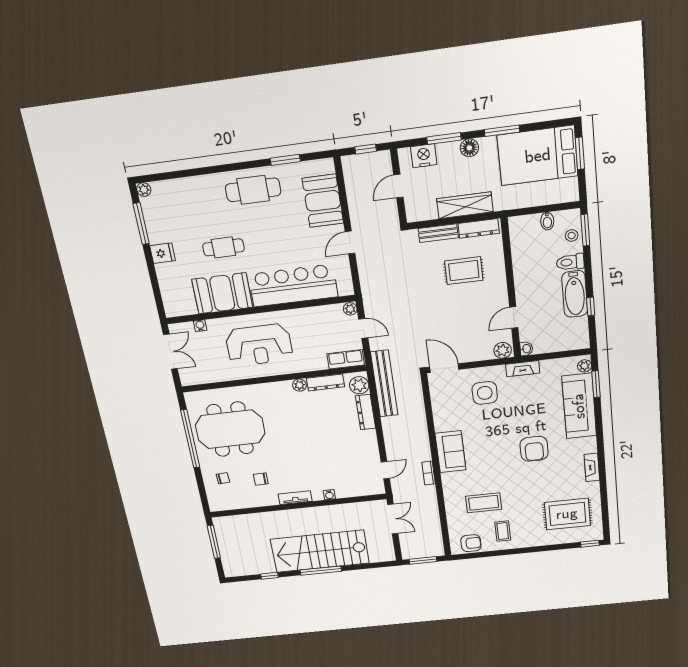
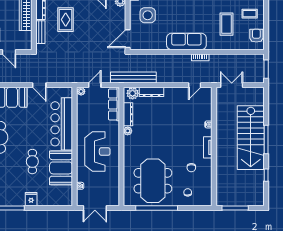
double door: (170, 352) -> (95, 208), swing flipped
row of seats: (346, 359) -> (114, 104), width x1.48
sofa: (450, 452) -> (186, 41), width x1.36
door: (385, 470) -> (195, 85), swing flipped

